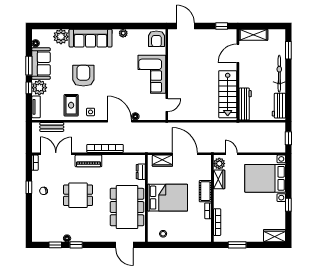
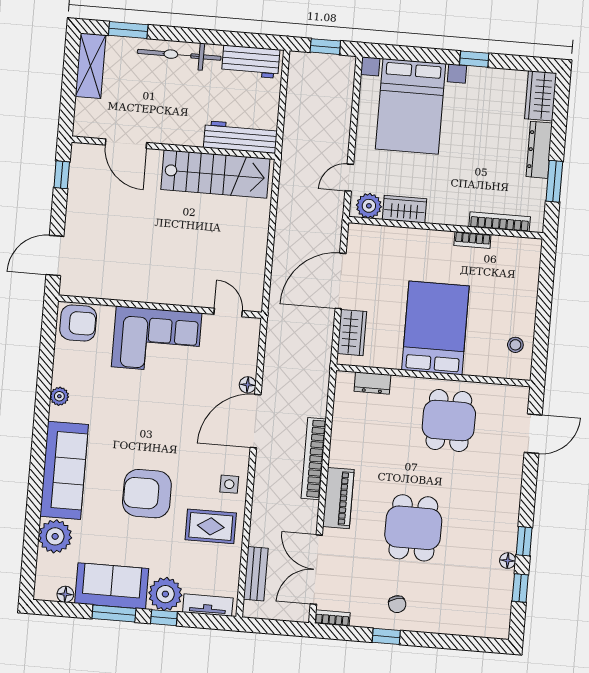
shelving: (253, 35) -> (91, 66), moved
cot: (205, 191) -> (428, 242), removed
dining table: (127, 207) -> (449, 421), width x0.53, depth x0.80
dresser: (251, 237) -> (539, 150), added

